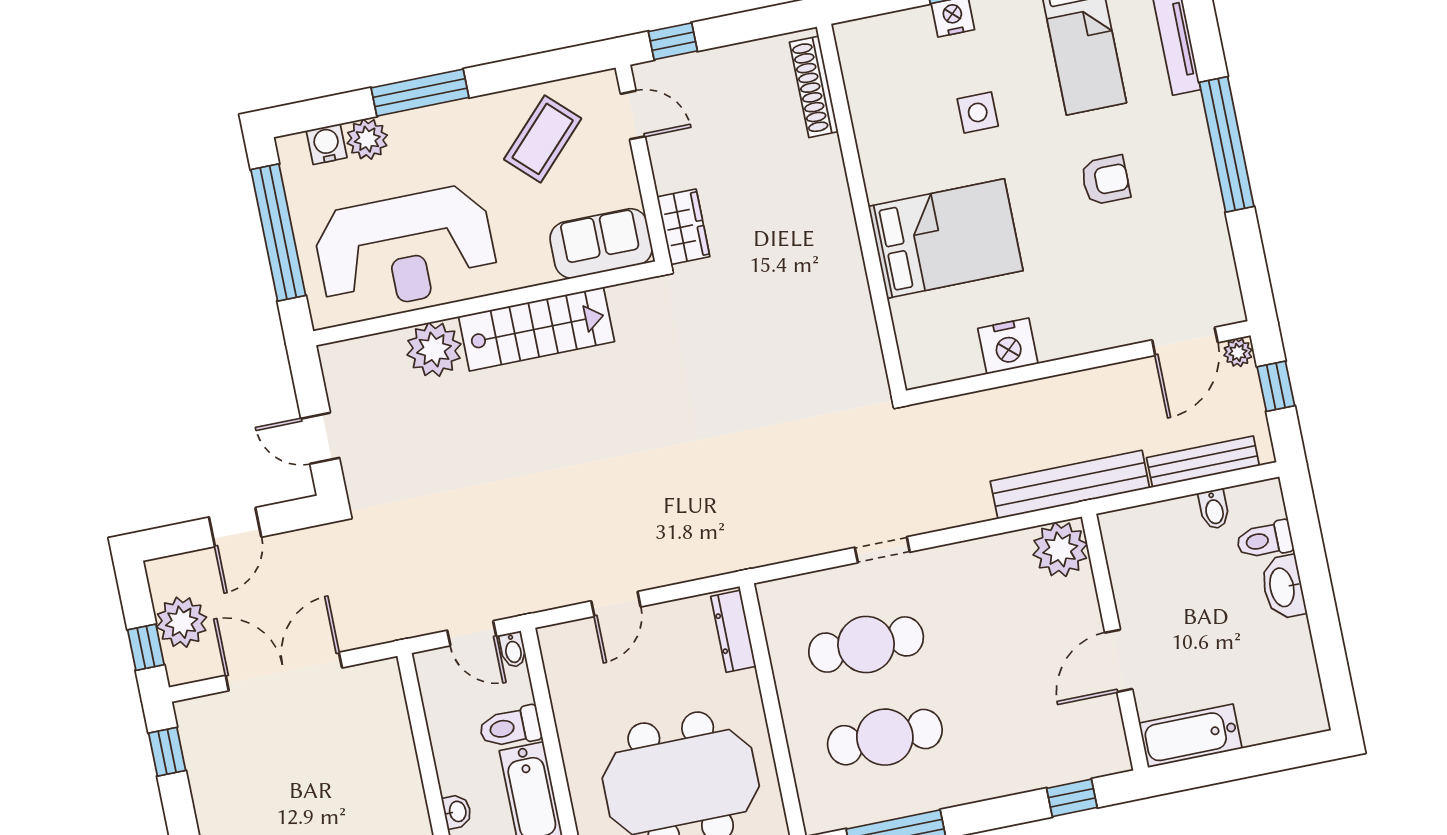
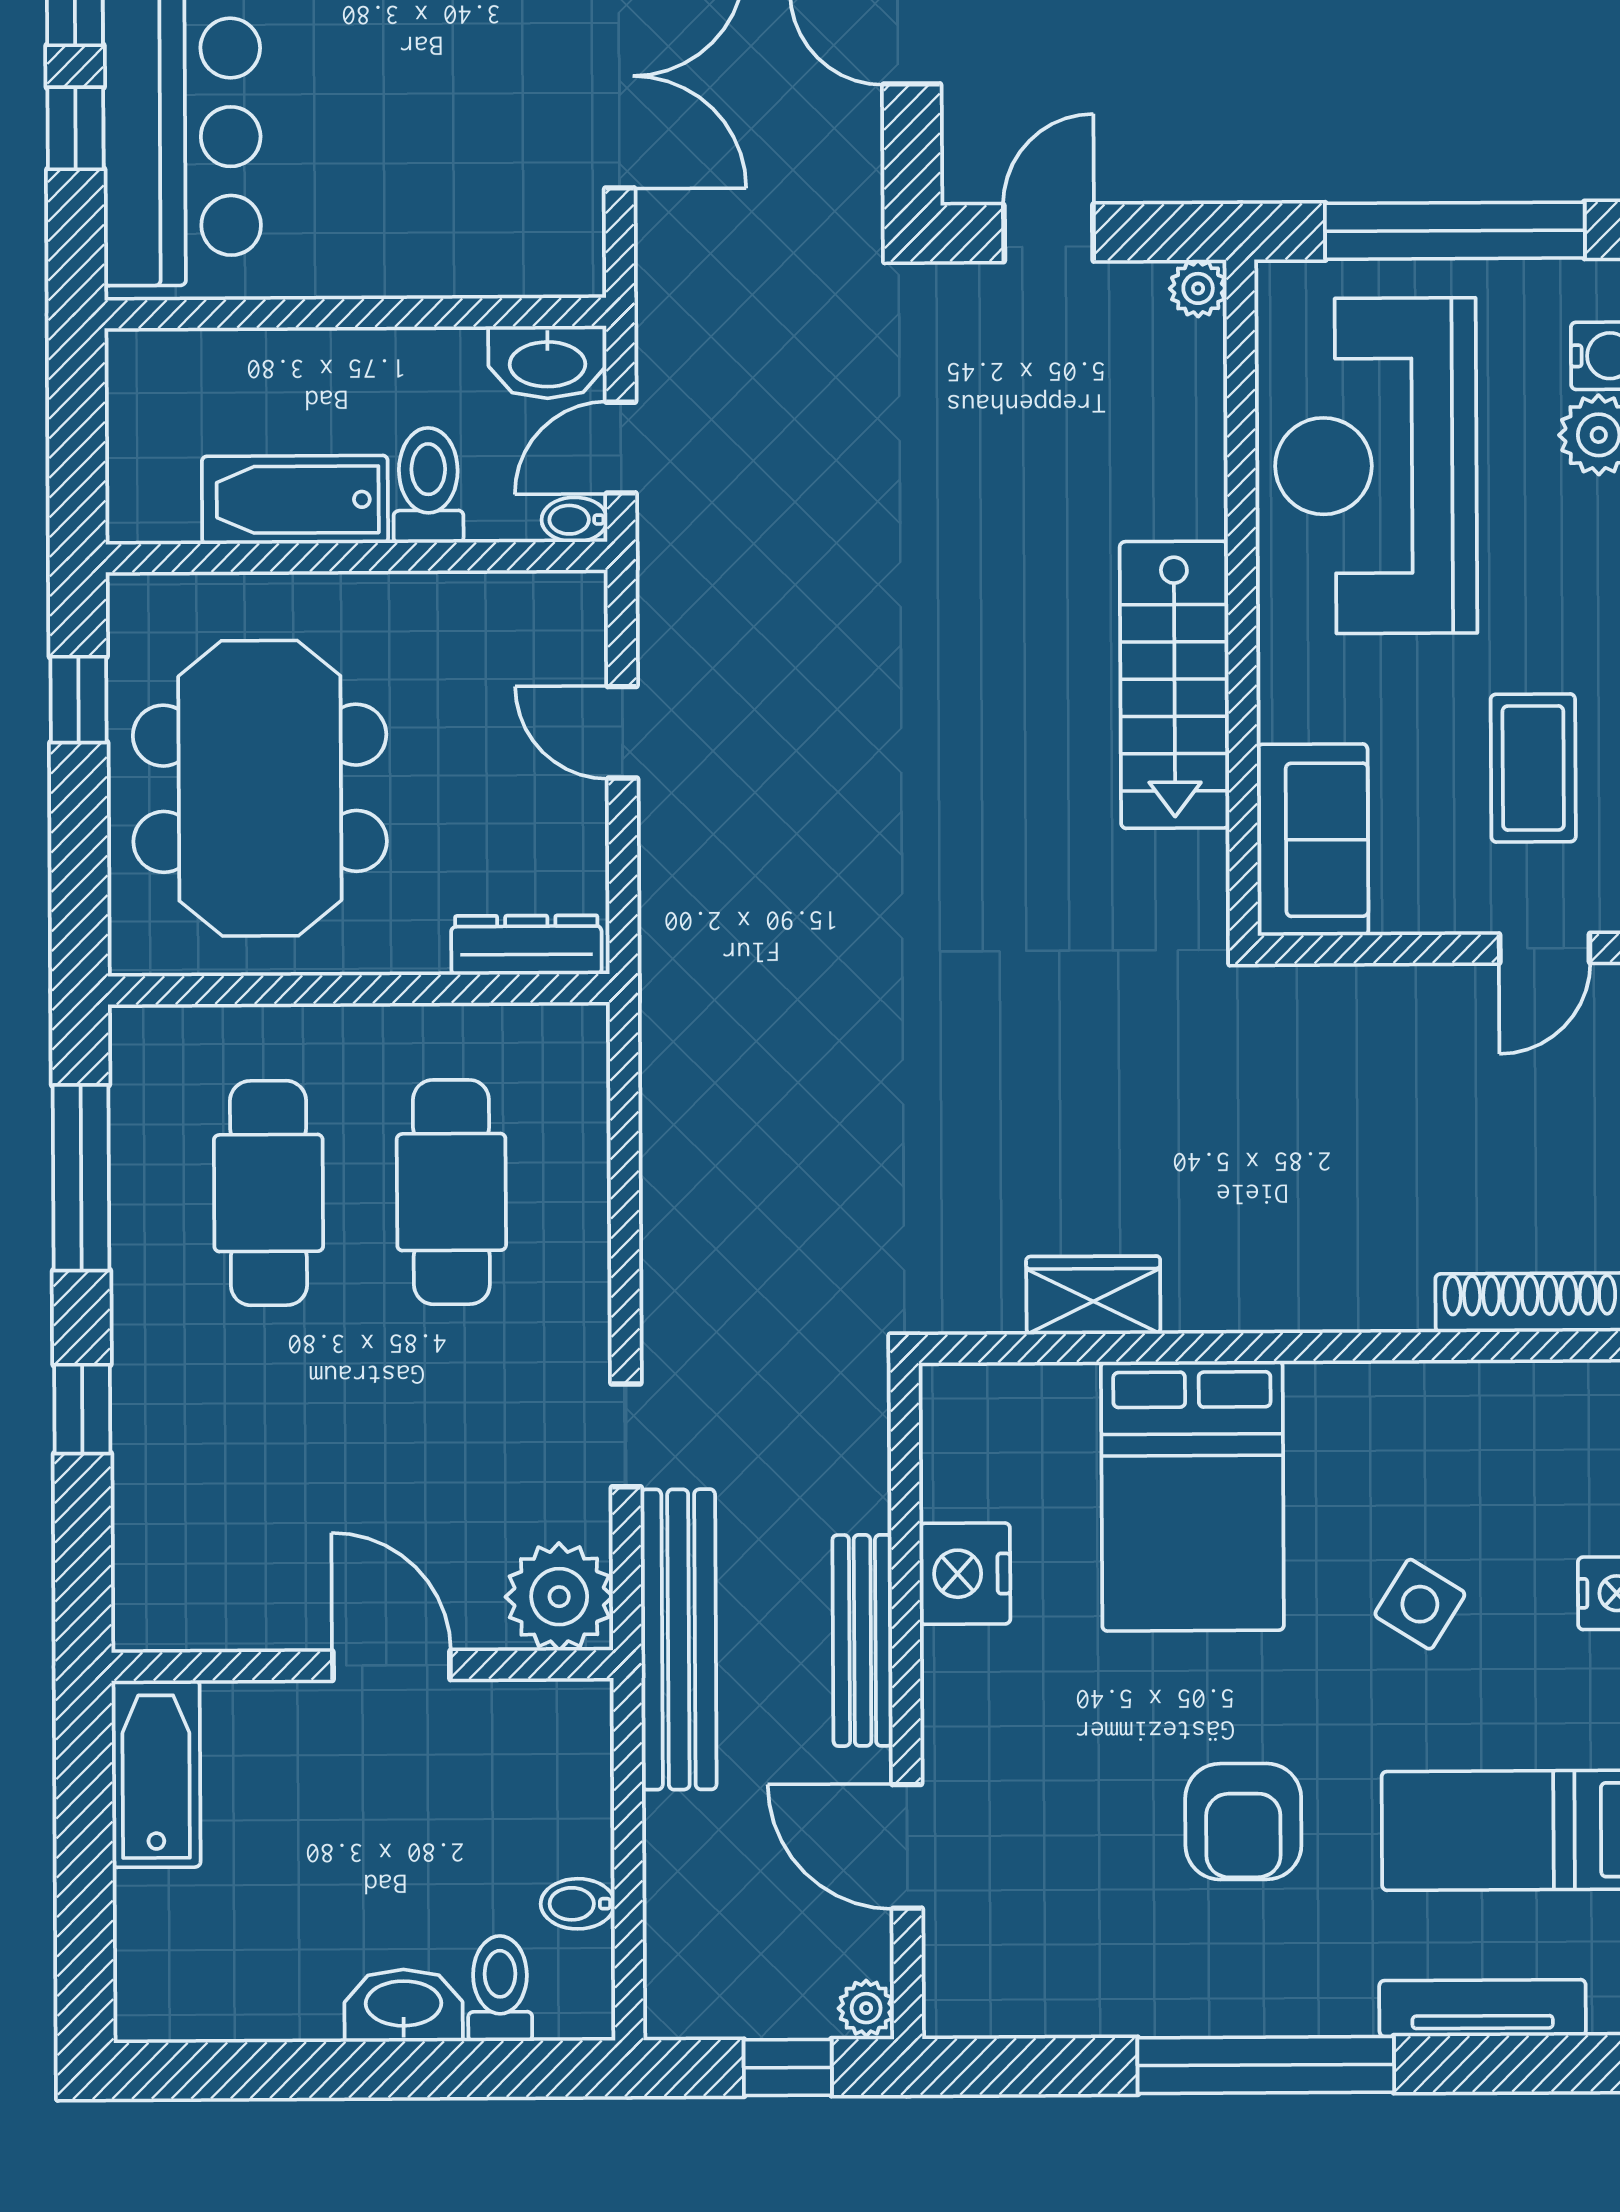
side table: (978, 112) -> (1420, 1604), turned 32
coffee table: (543, 139) -> (1533, 768), turned 46
armchair: (1106, 180) -> (1243, 1821), width x1.38, depth x1.38
wardrobe: (683, 227) -> (1093, 1295), moved, turned 180
door: (1185, 341) -> (907, 1846), moved
plant: (434, 349) -> (1198, 288), moved, width x0.53, depth x0.53
bench: (1203, 462) -> (863, 1640), moved
doorway: (882, 550) -> (626, 1435), moved
door: (1119, 661) -> (391, 1665), moved
window: (1072, 798) -> (82, 1409), moved
washbasin: (457, 812) -> (547, 362), moved, width x1.91, depth x1.45

